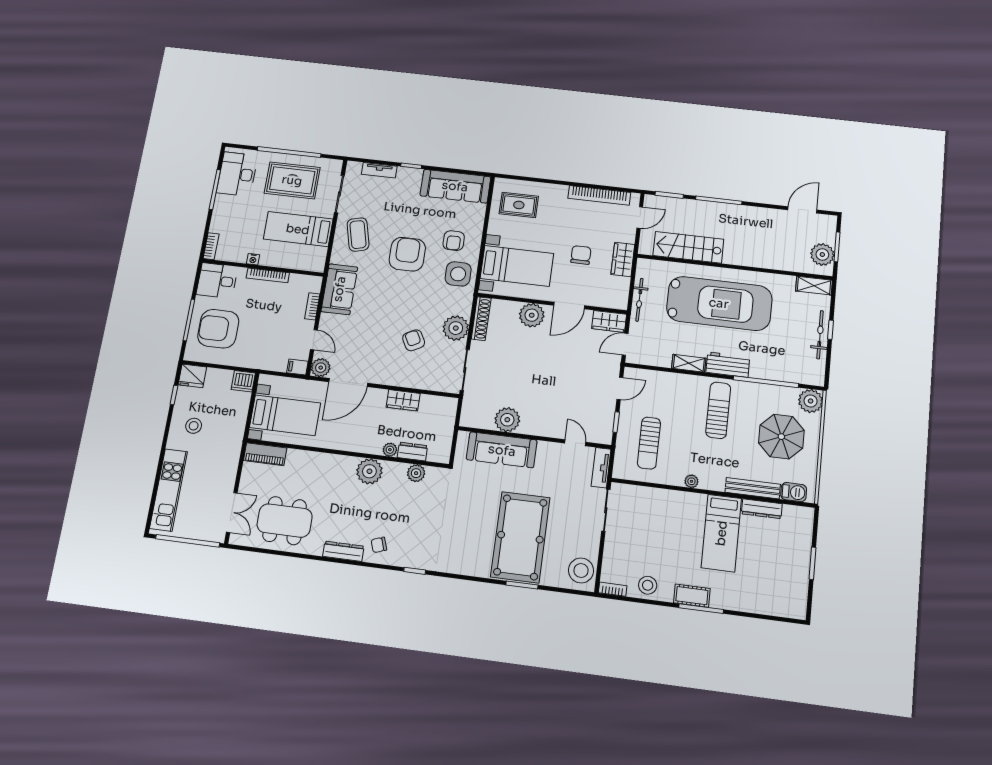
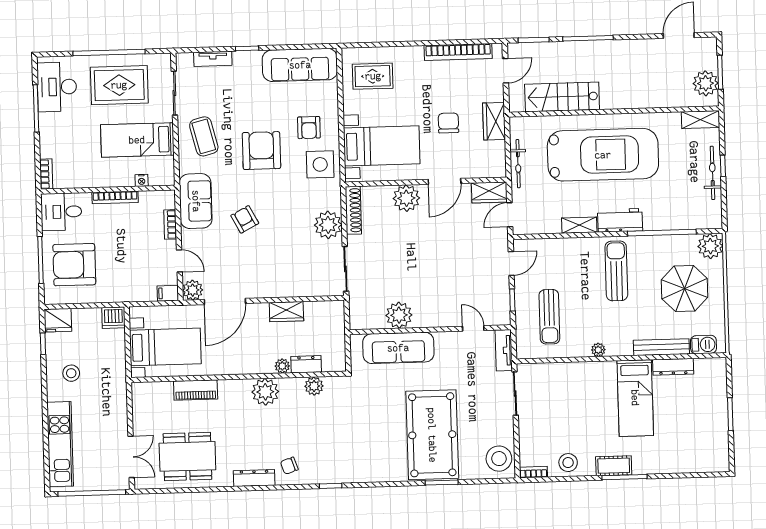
nightstand: (253, 259) -> (142, 180), moved
armchair: (414, 340) -> (245, 219), moved
piano: (265, 454) -> (196, 390), moved

